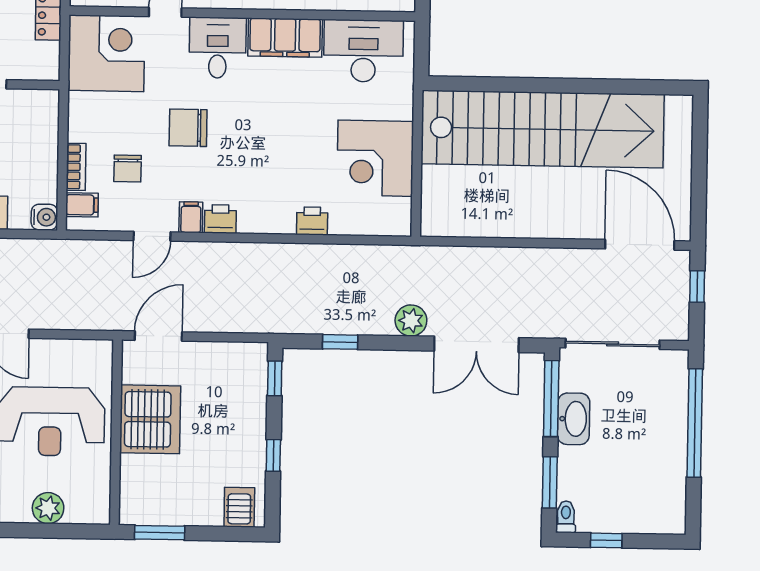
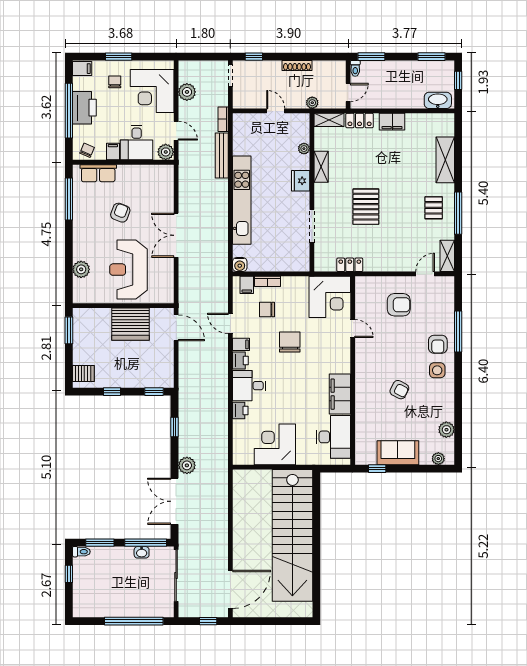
desk: (218, 48) -> (249, 386), moved, turned 180
washbasin: (574, 419) -> (142, 552), width x0.52, depth x0.69

